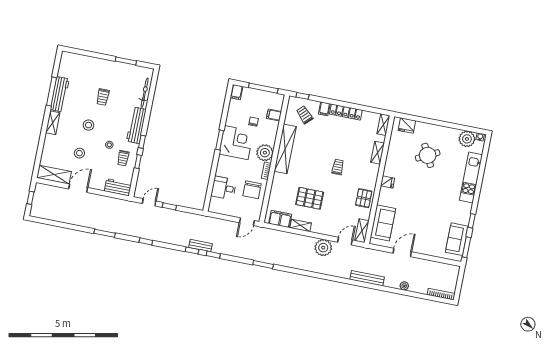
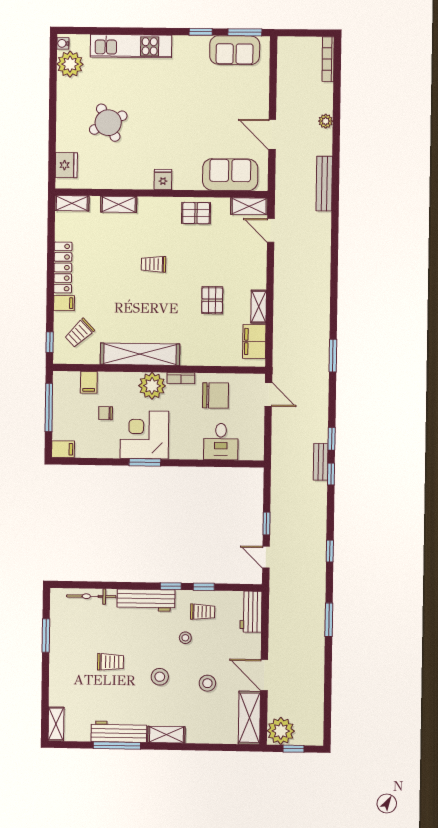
shelving: (71, 57) -> (56, 724), added
pallet: (310, 198) -> (212, 300), width x0.67, depth x0.71
plant: (323, 248) -> (281, 731), moved

